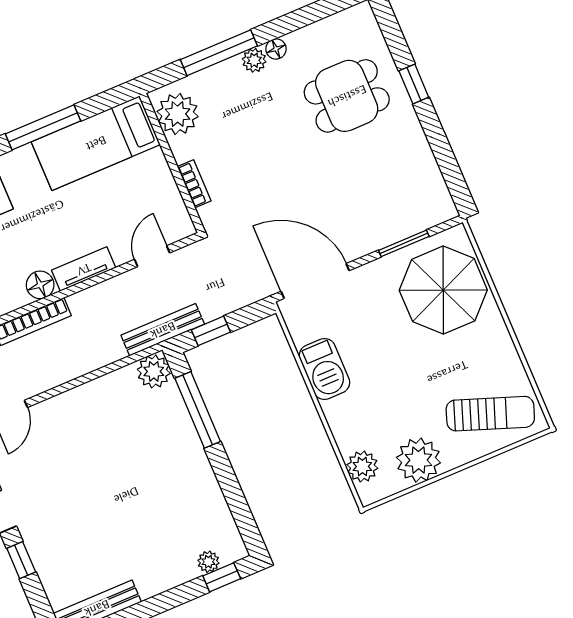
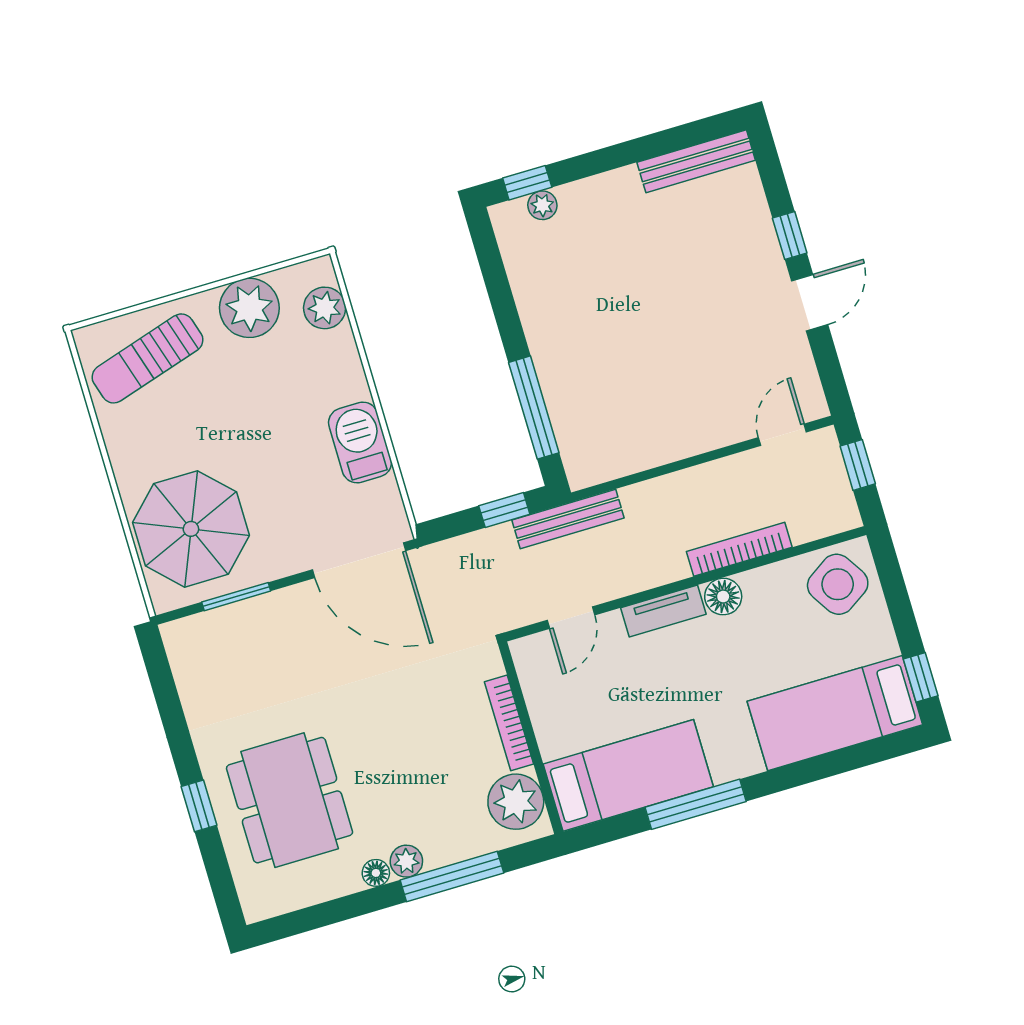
dining table: (347, 96) -> (290, 800), width x1.38
bookcase: (194, 184) -> (509, 723), width x1.56
plant: (154, 371) -> (586, 465), removed
sun lounger: (490, 414) -> (147, 358), turned -37

